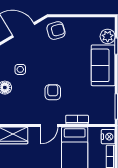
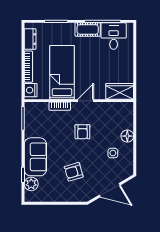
armchair: (56, 31) -> (74, 172), moved

